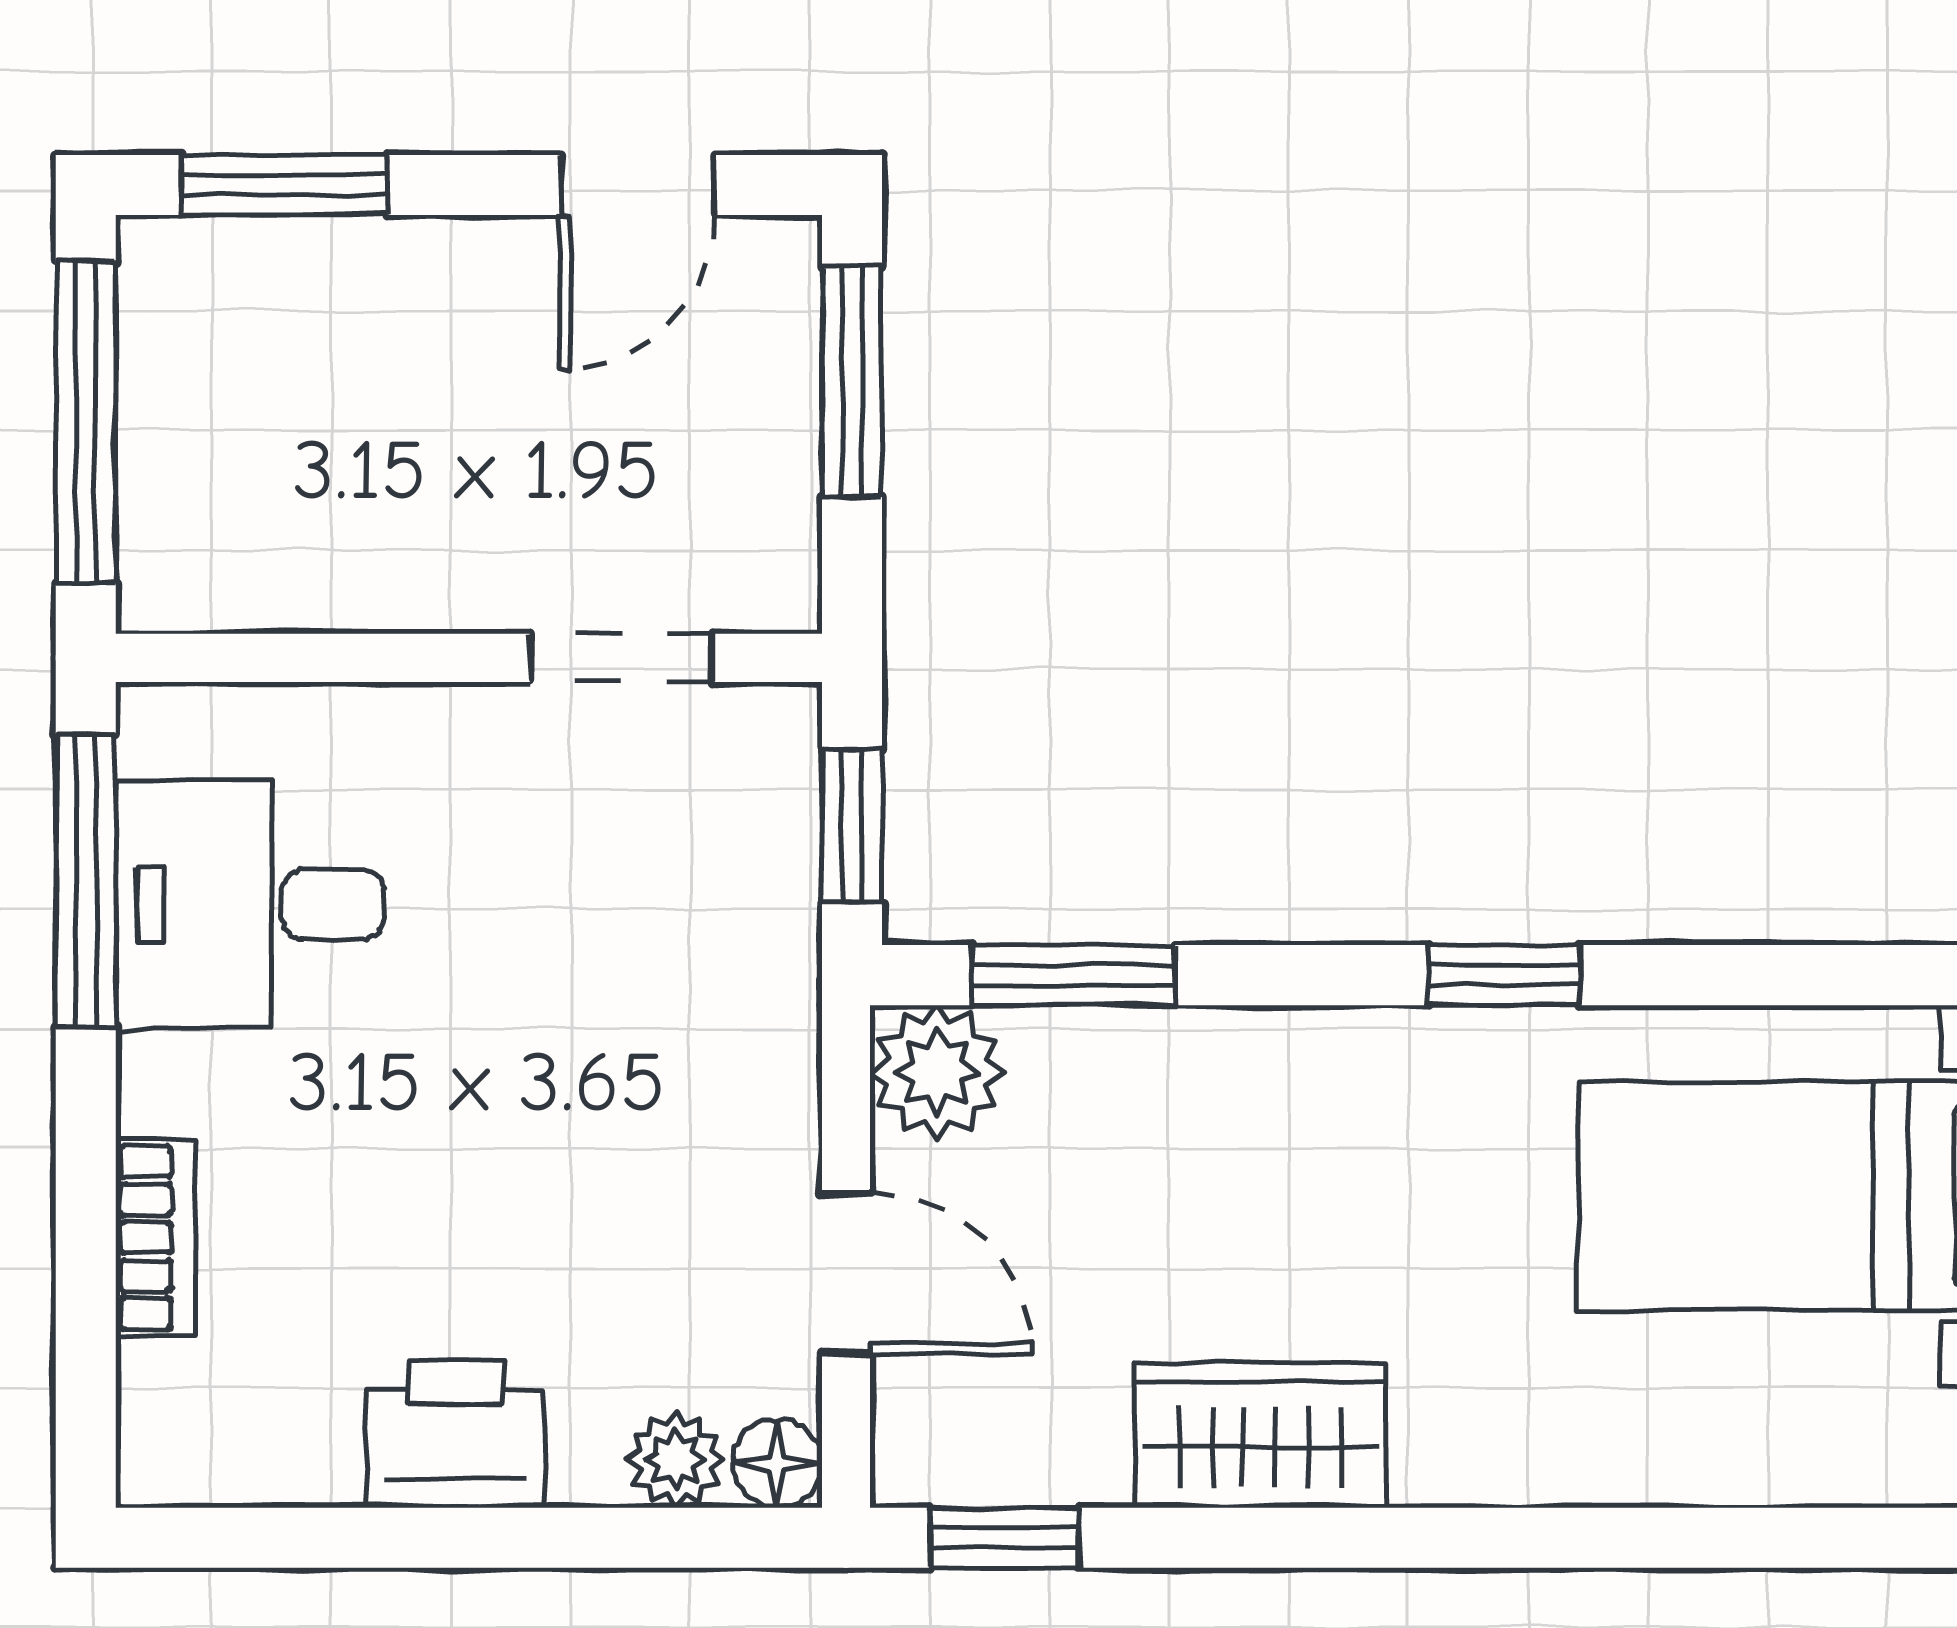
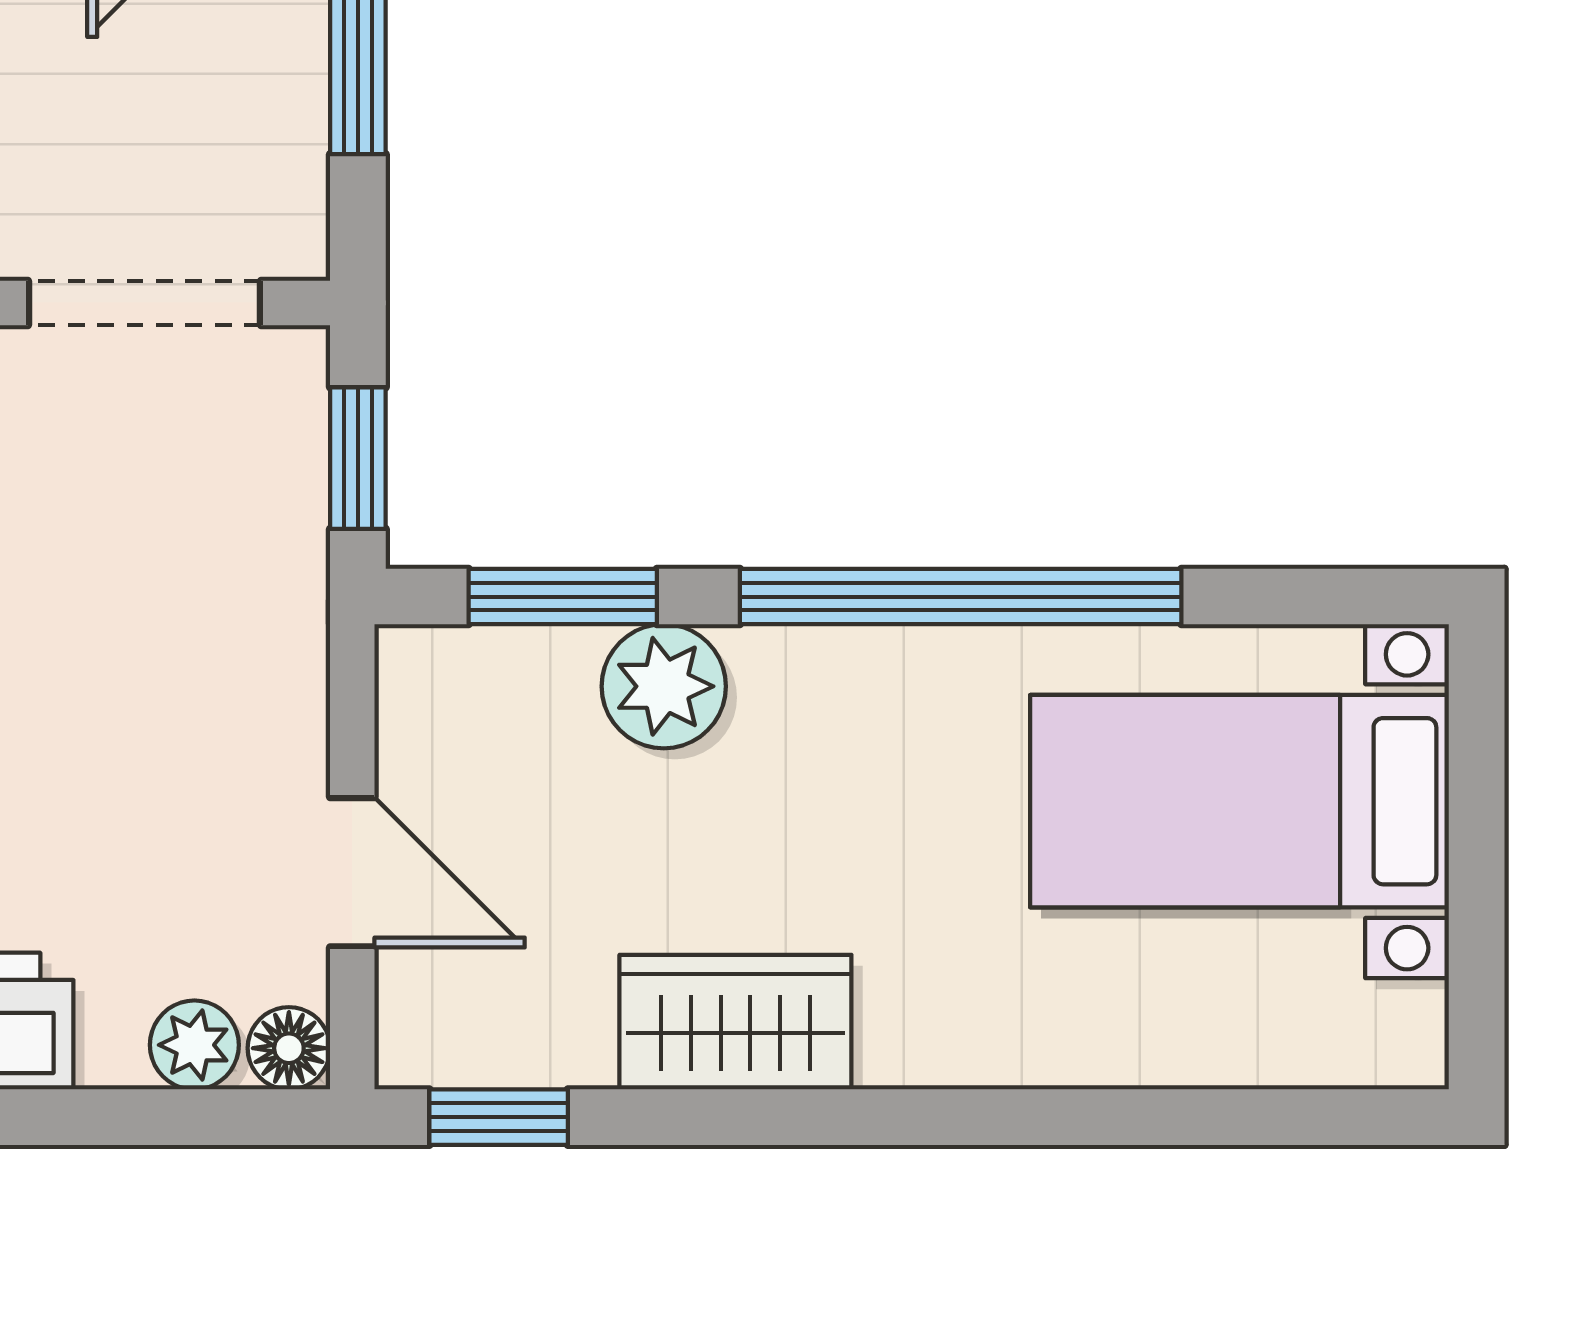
doorway: (621, 658) -> (144, 303), width x1.38
window: (1503, 975) -> (961, 597), width x3.17
plant: (937, 1072) -> (664, 686), moved

